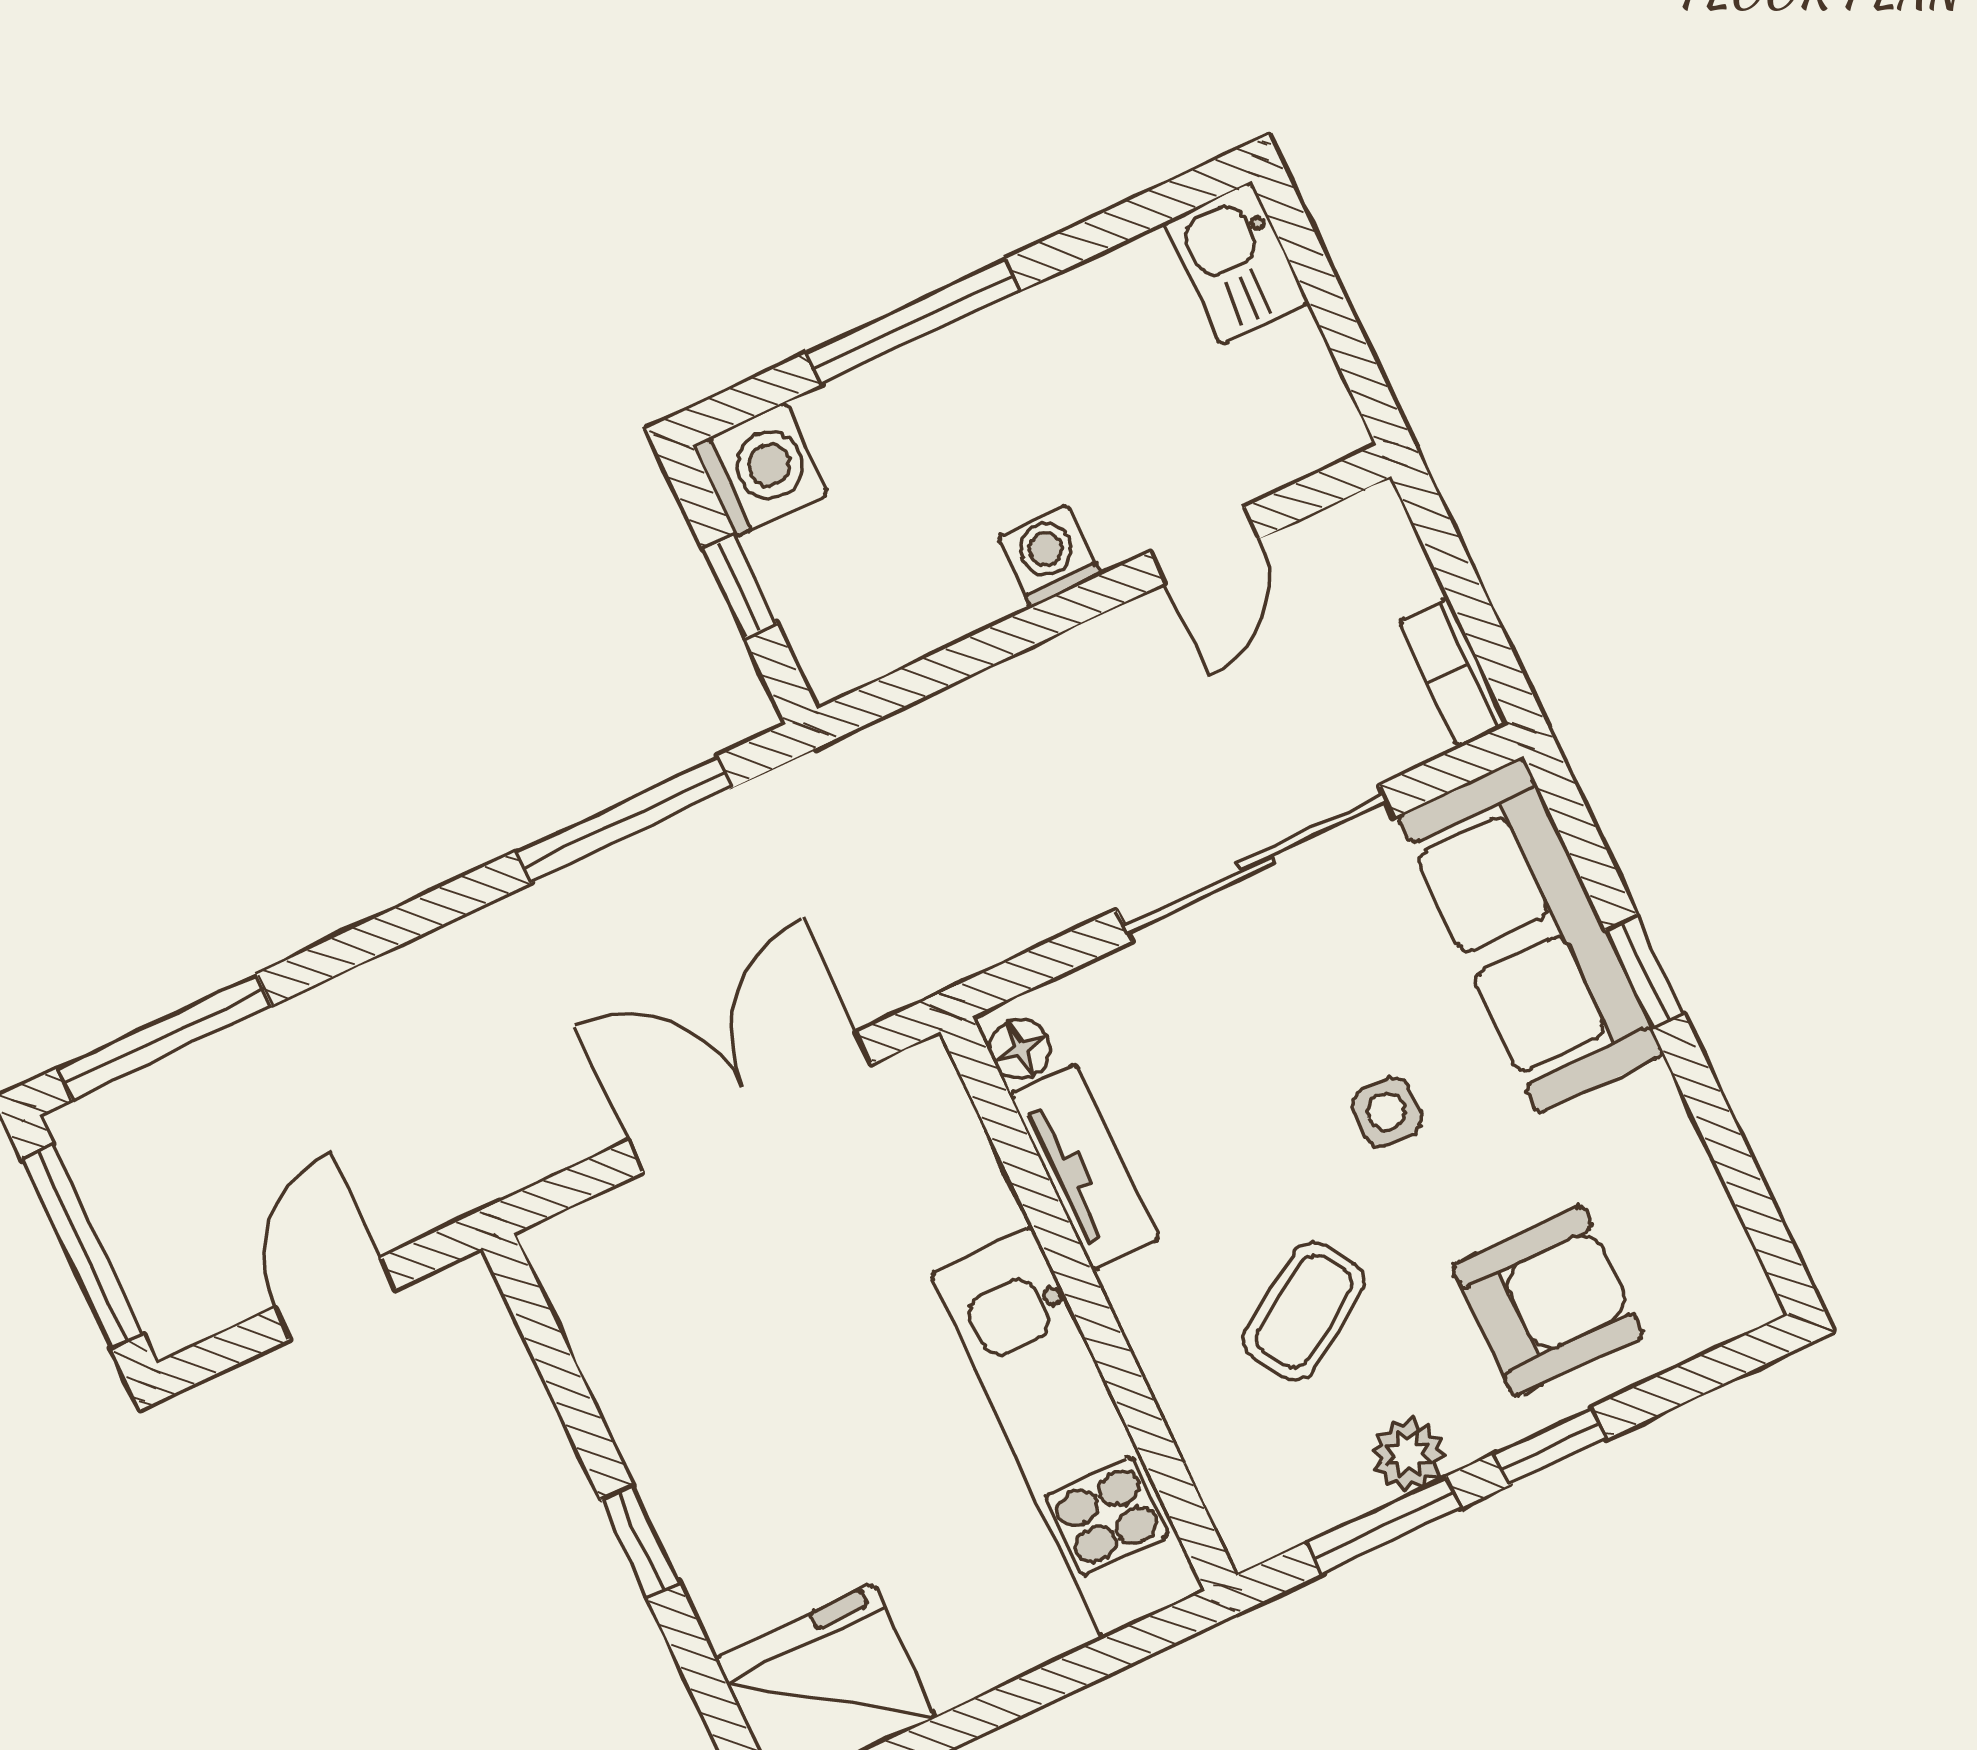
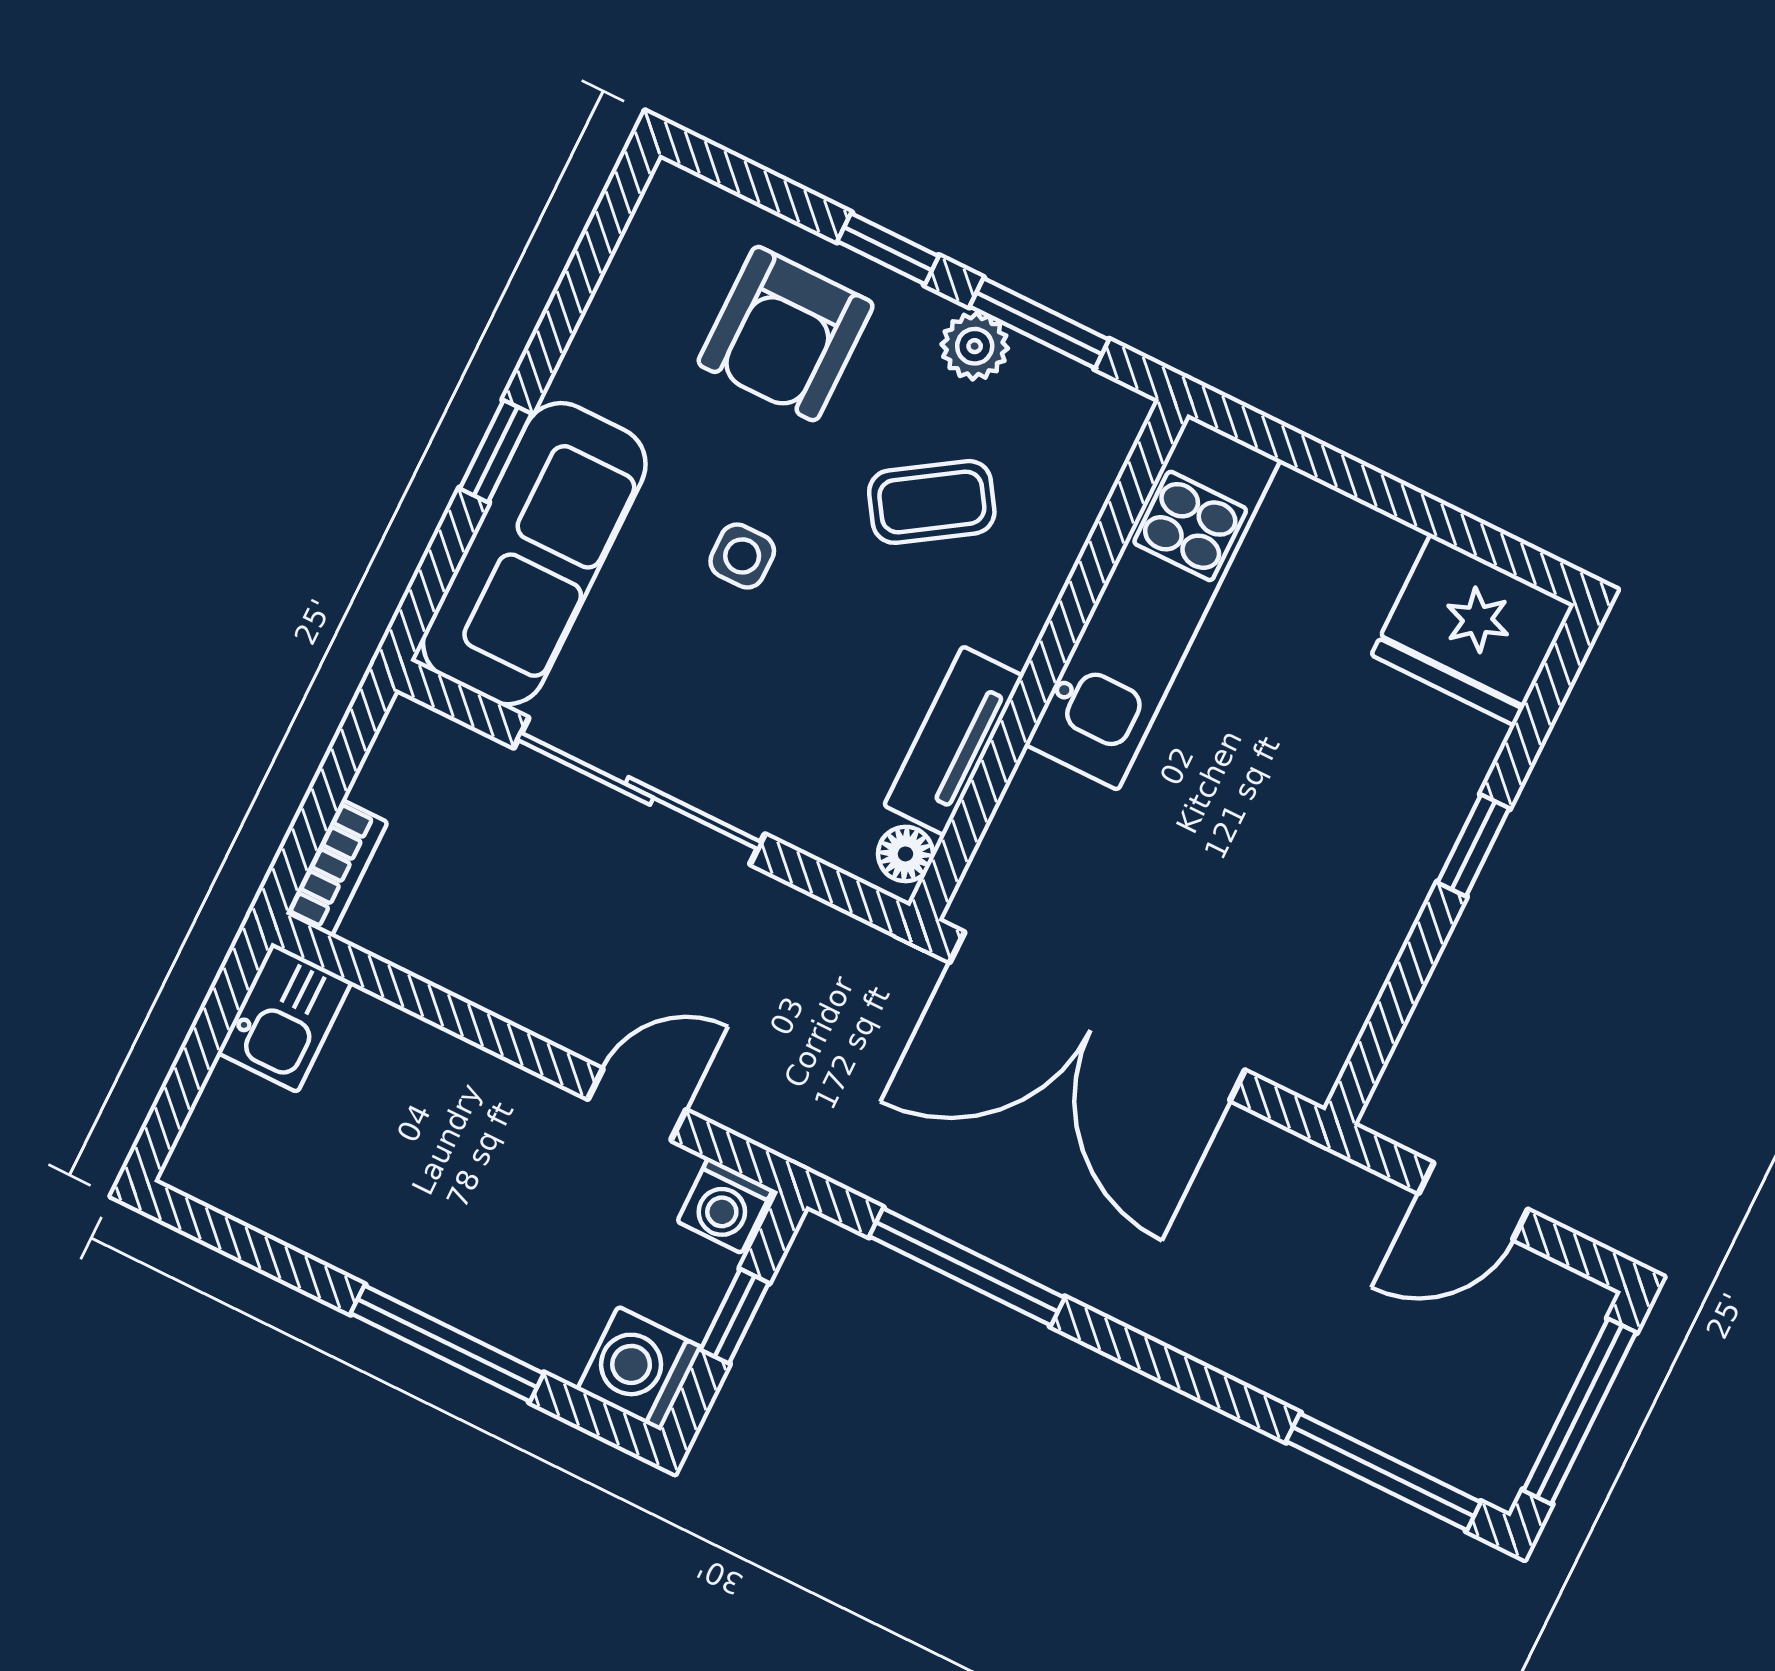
kitchen sink: (1236, 263) -> (285, 1017), moved
door: (1205, 545) -> (637, 1105), moved
washing machine: (1049, 556) -> (725, 1205), moved
bookcase: (1453, 672) -> (337, 868), moved
double door: (750, 1102) -> (1097, 1016), width x1.36
armchair: (1548, 1301) -> (786, 334), turned -90

